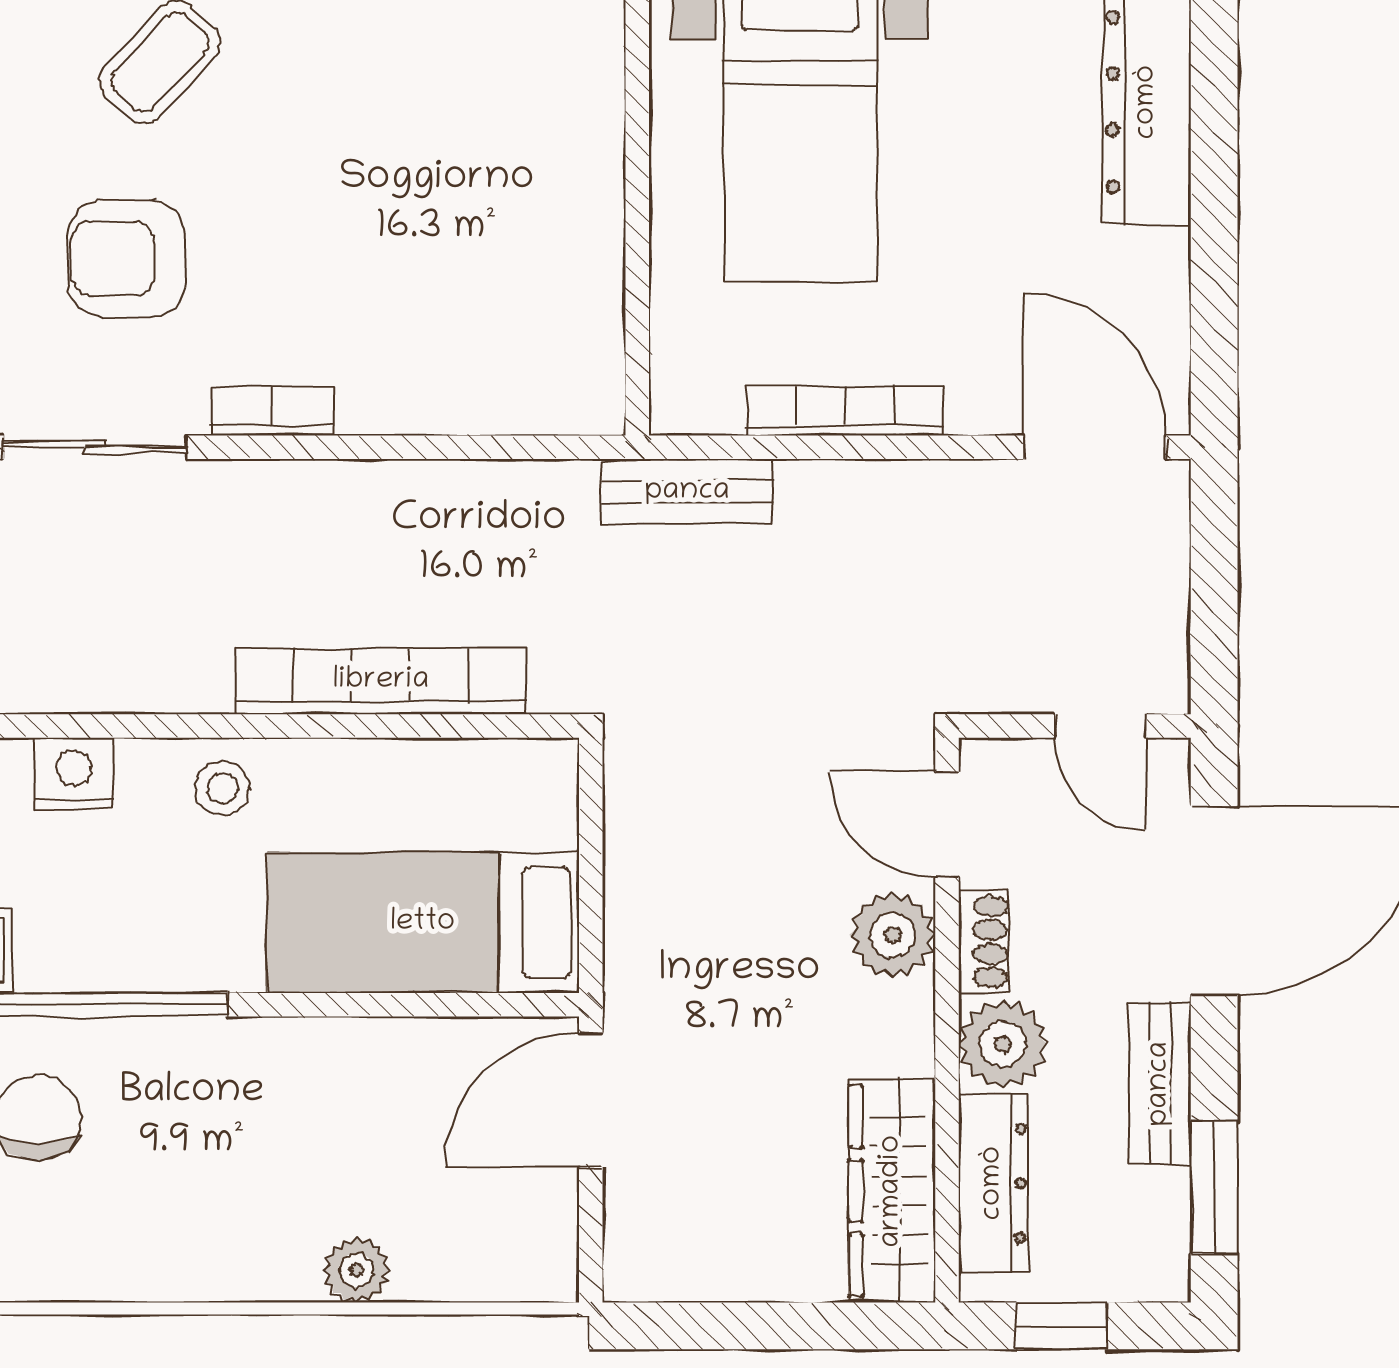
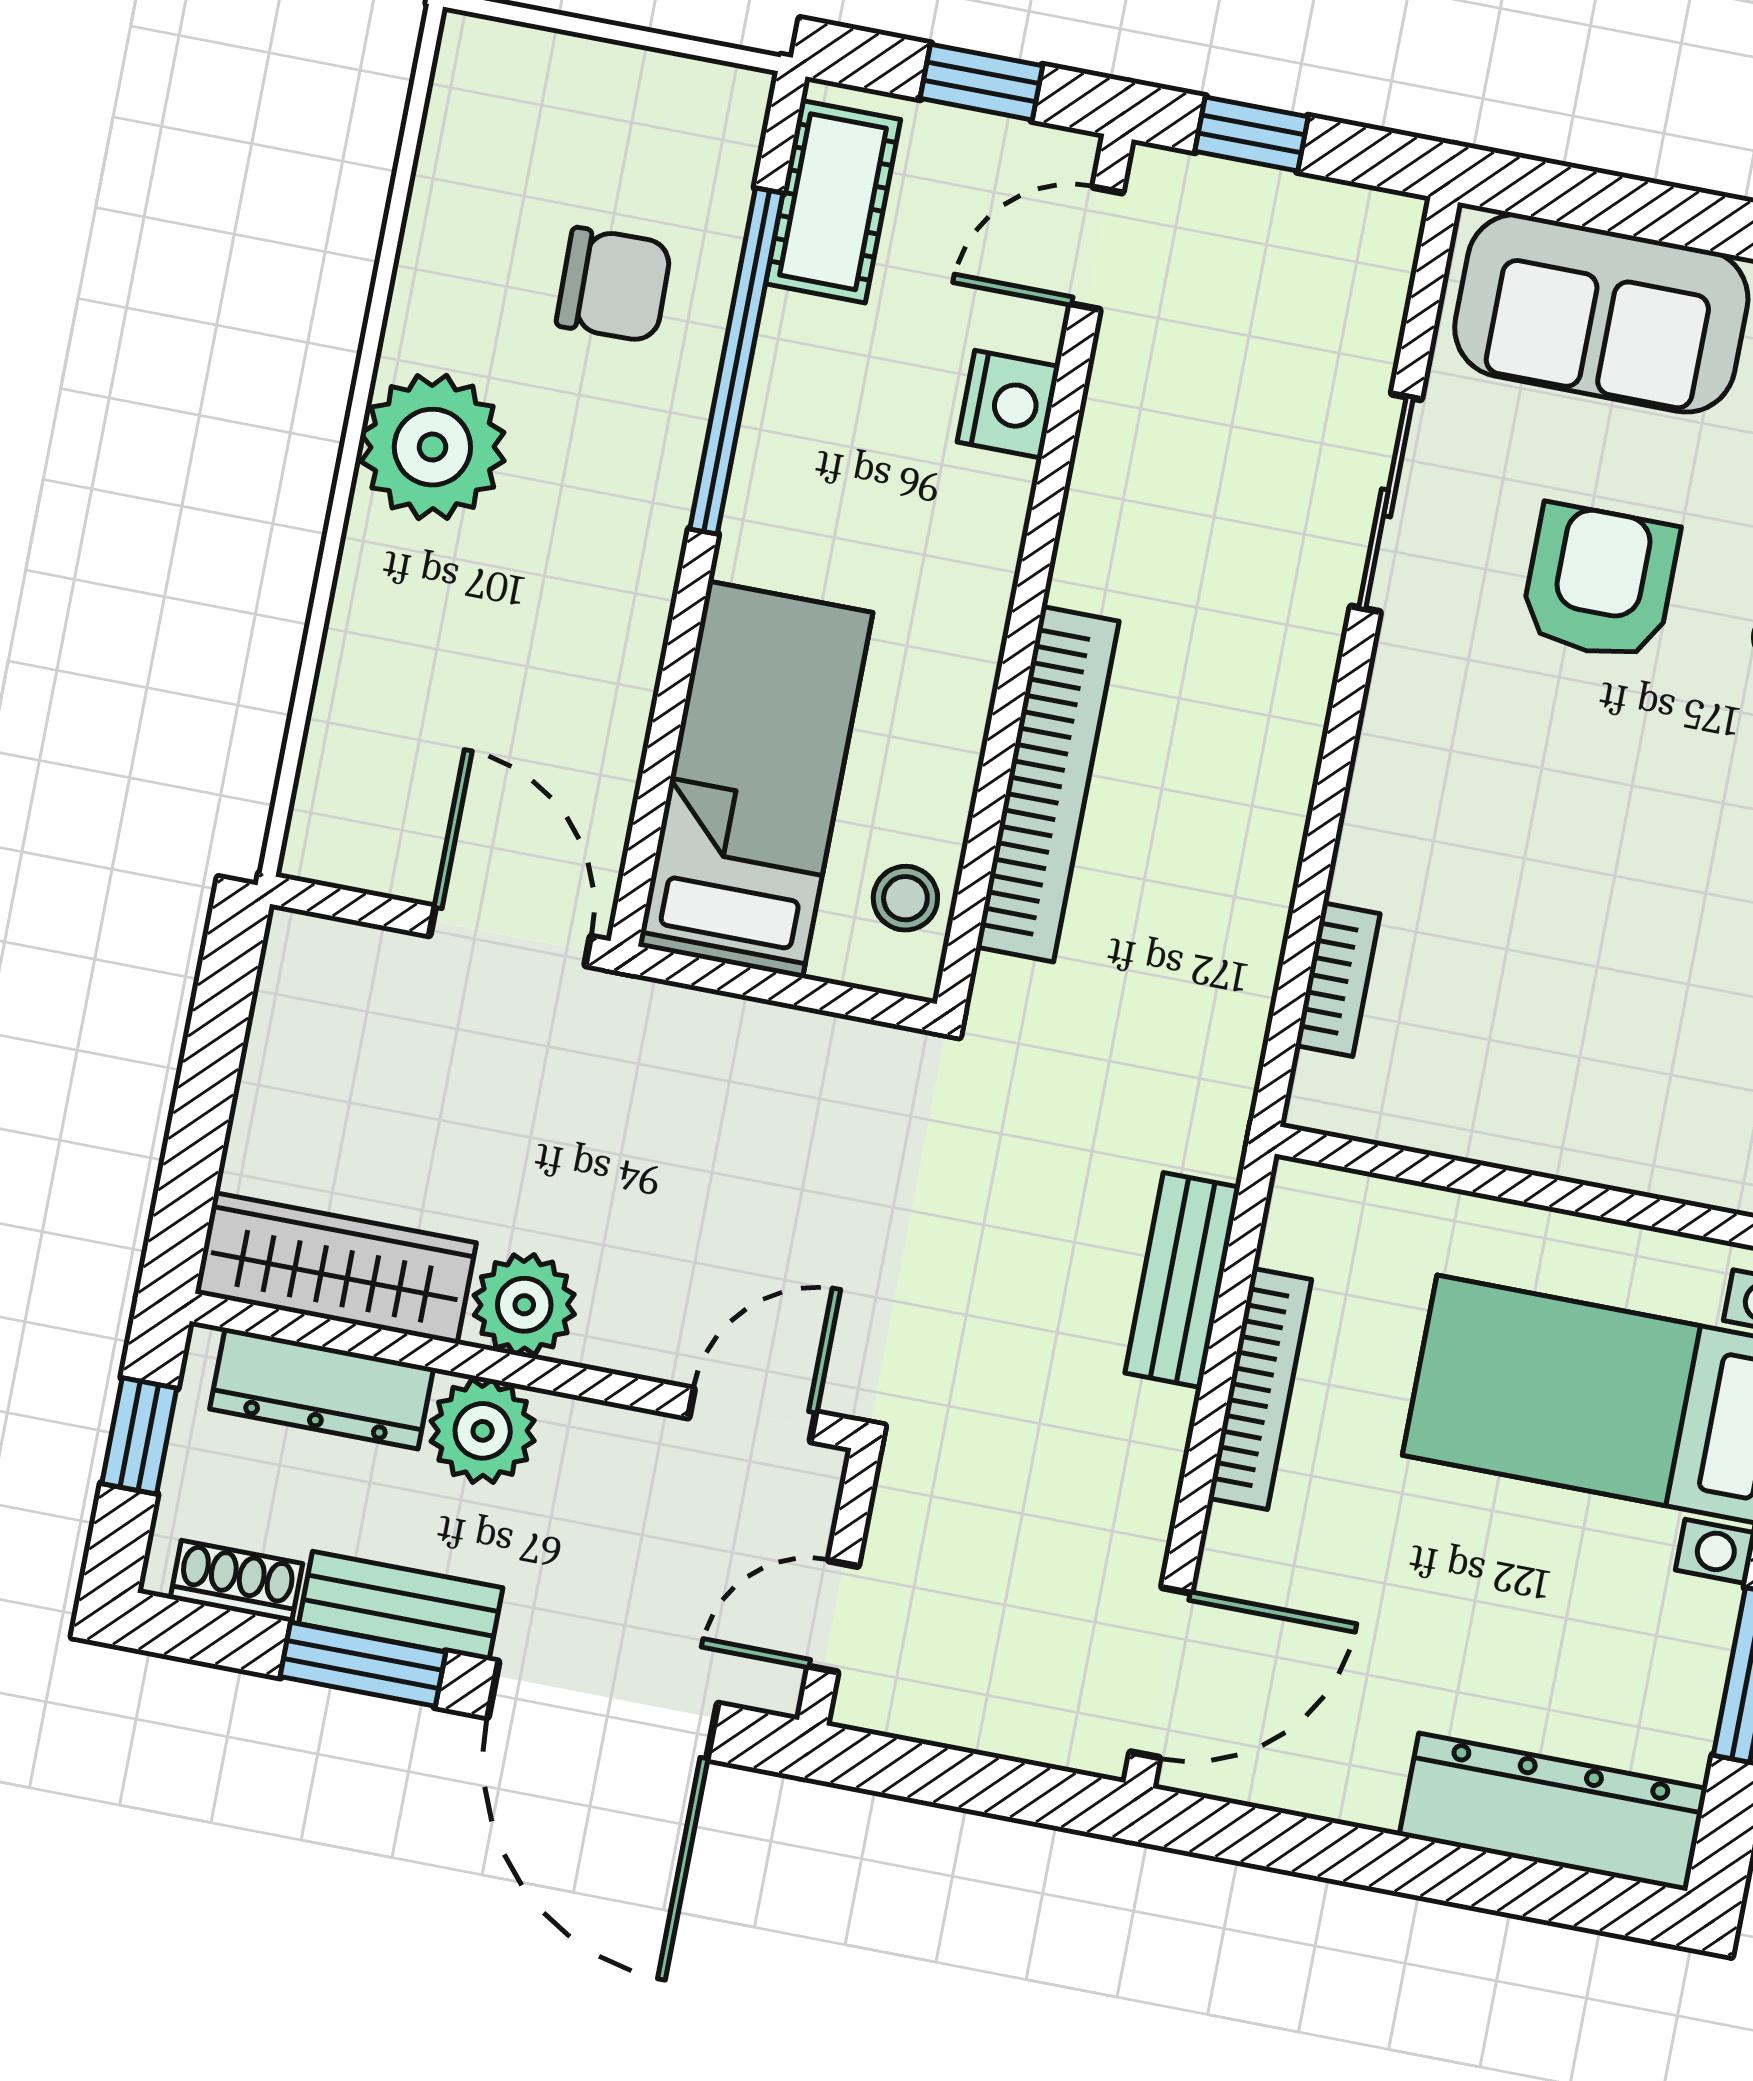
bookcase: (272, 411) -> (1338, 980), moved
bench: (687, 492) -> (1182, 1280), moved
stool: (222, 788) -> (905, 898), moved
plant: (892, 935) -> (524, 1305), moved
shoe rack: (984, 942) -> (236, 1581), moved, turned 180
window: (1214, 1188) -> (363, 1664), moved
plant: (356, 1270) -> (432, 447), moved, width x1.87, depth x1.87

